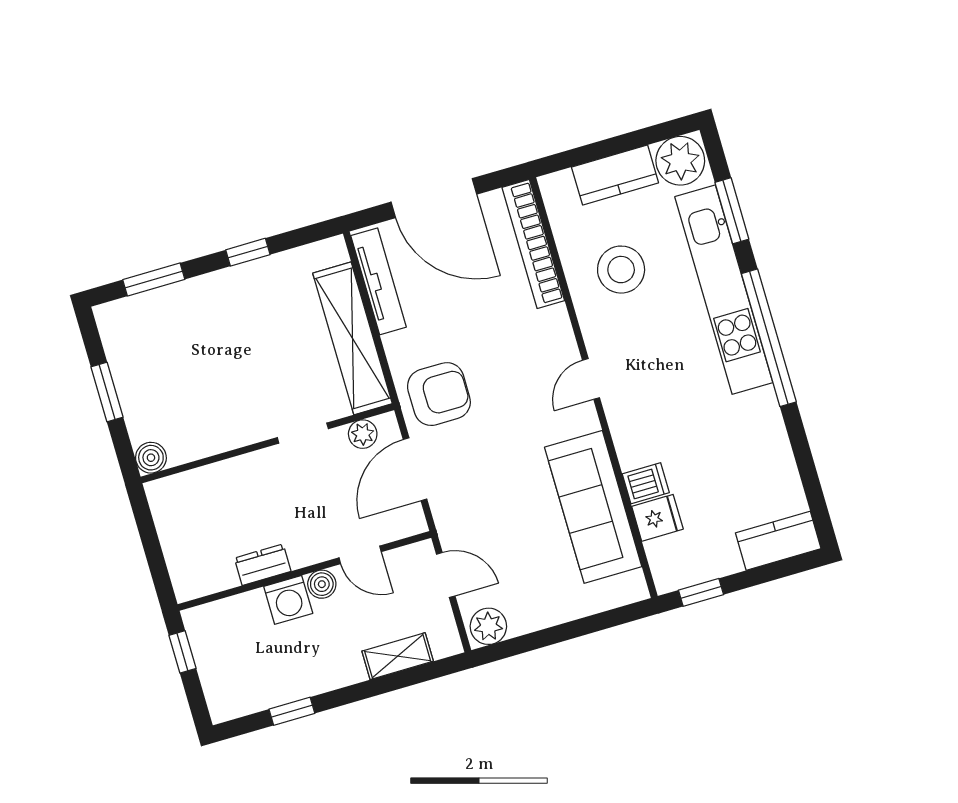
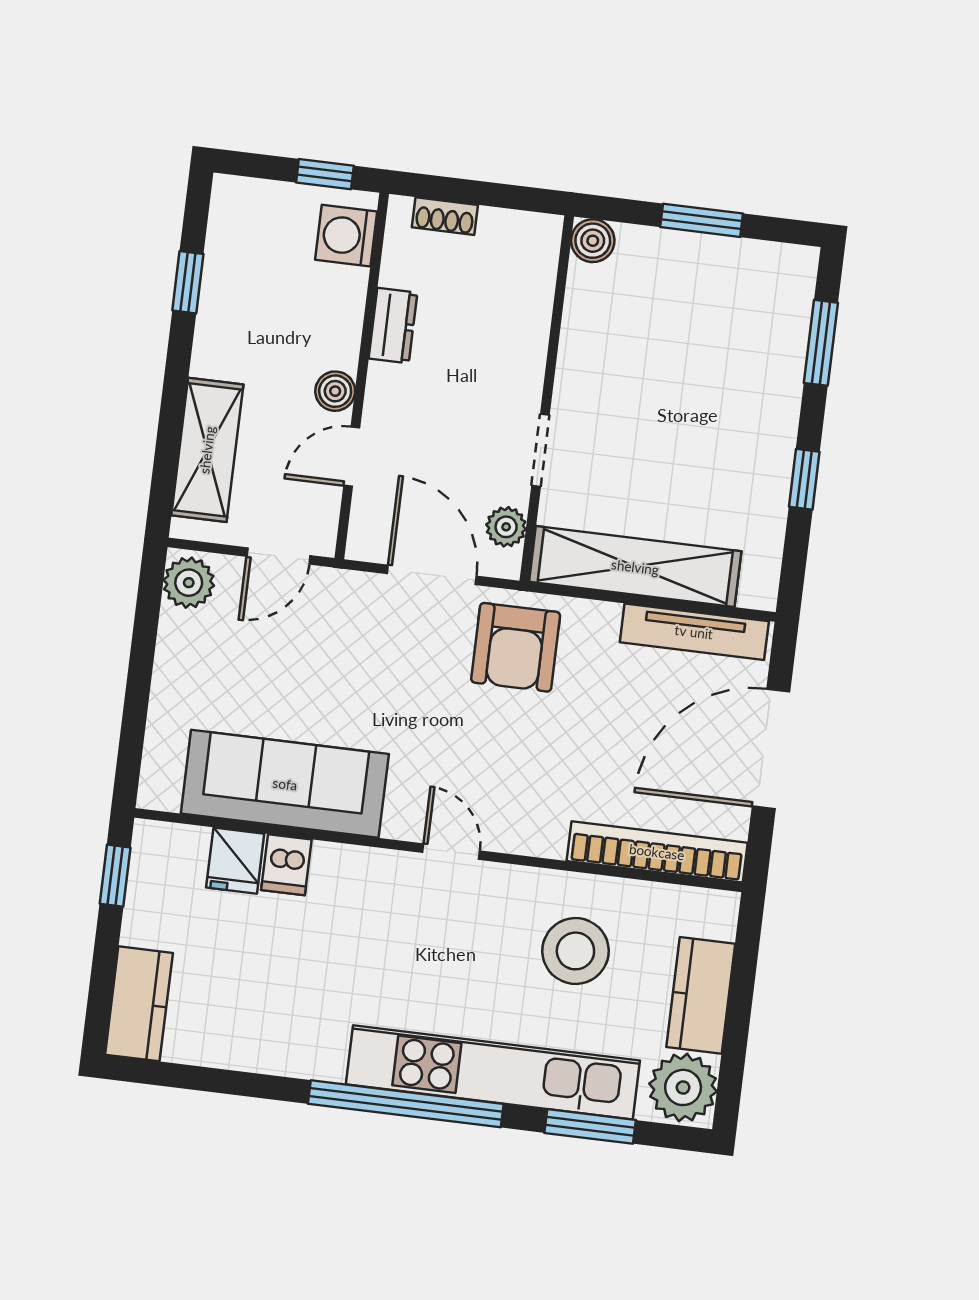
shoe rack: (176, 561) -> (445, 216), added
washing machine: (288, 600) -> (346, 236), moved
shelving: (398, 656) -> (207, 450), width x1.50, depth x1.33

